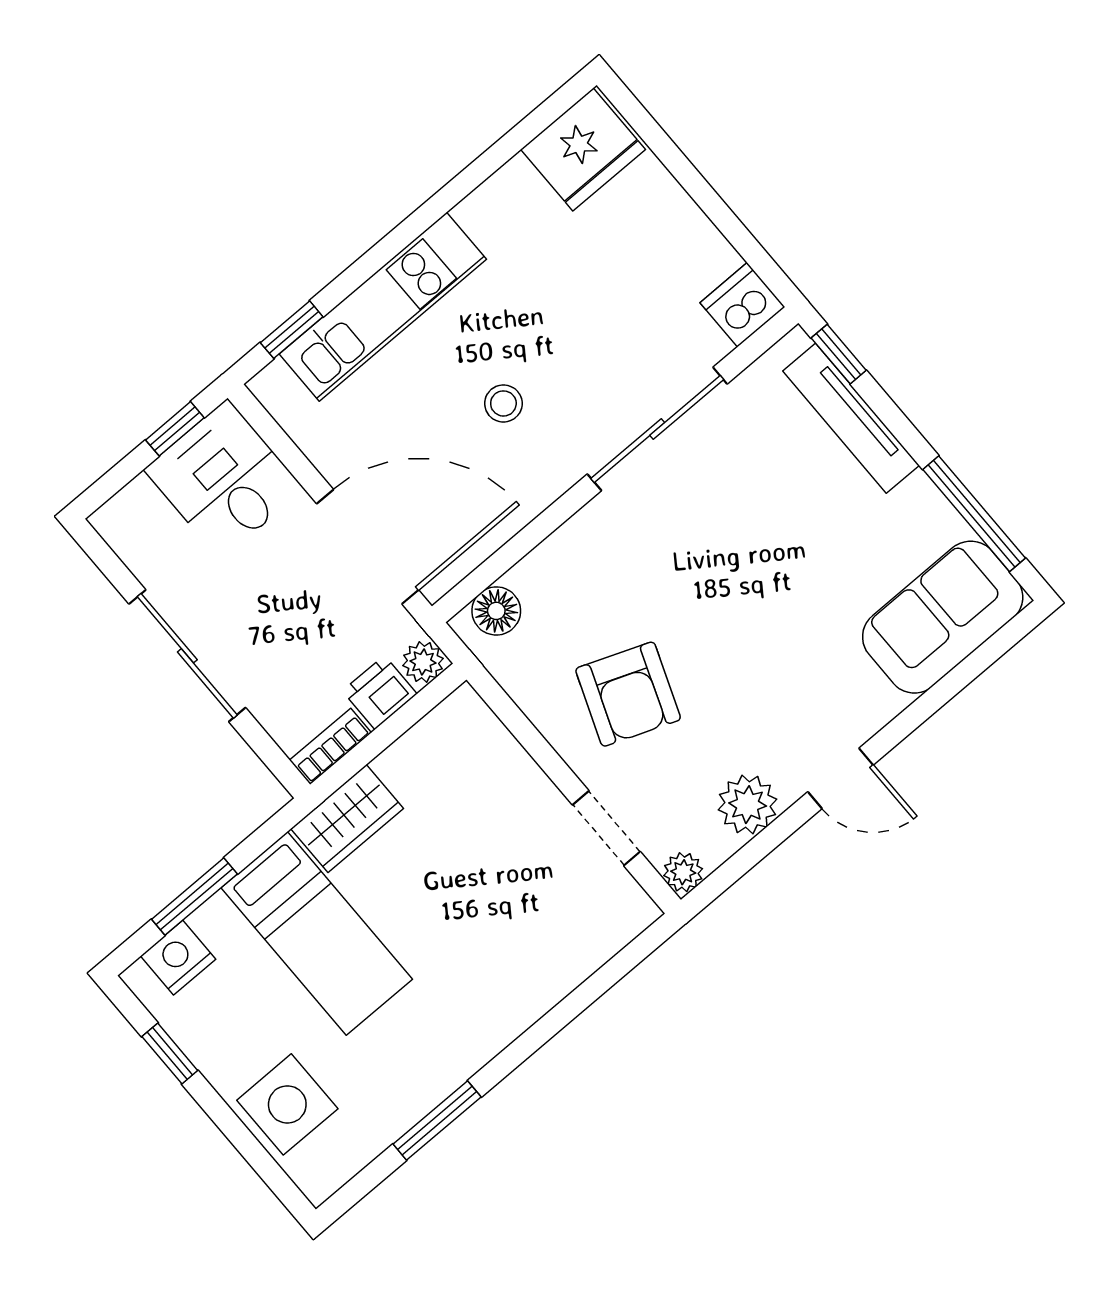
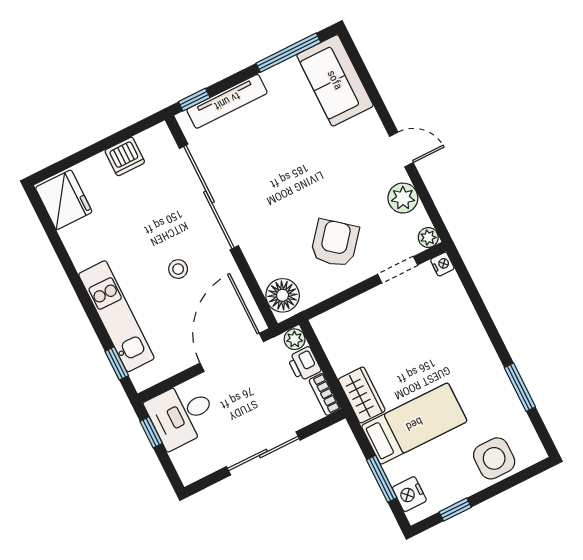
dishwasher: (742, 305) -> (125, 156), moved, turned -90
sliding door: (657, 429) -> (209, 197), width x1.36
floor lamp: (496, 611) -> (283, 295), width x1.38, depth x1.38
armchair: (628, 694) -> (335, 243), turned -72
door: (841, 778) -> (401, 150), hinge flipped
nightstand: (639, 912) -> (442, 264), added

